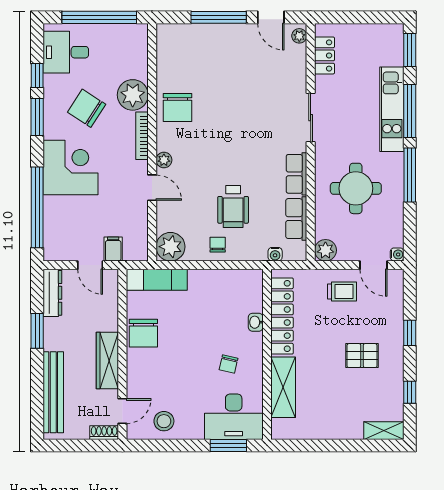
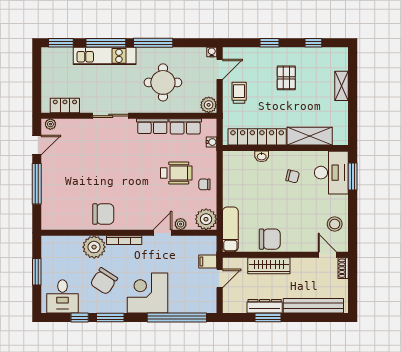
window: (99, 17) -> (37, 272), width x0.47
plant: (164, 160) -> (181, 224), moved
dresser: (52, 293) -> (265, 306), moved
wardrobe: (107, 360) -> (269, 266), moved
shelving: (384, 431) -> (342, 86), moved

